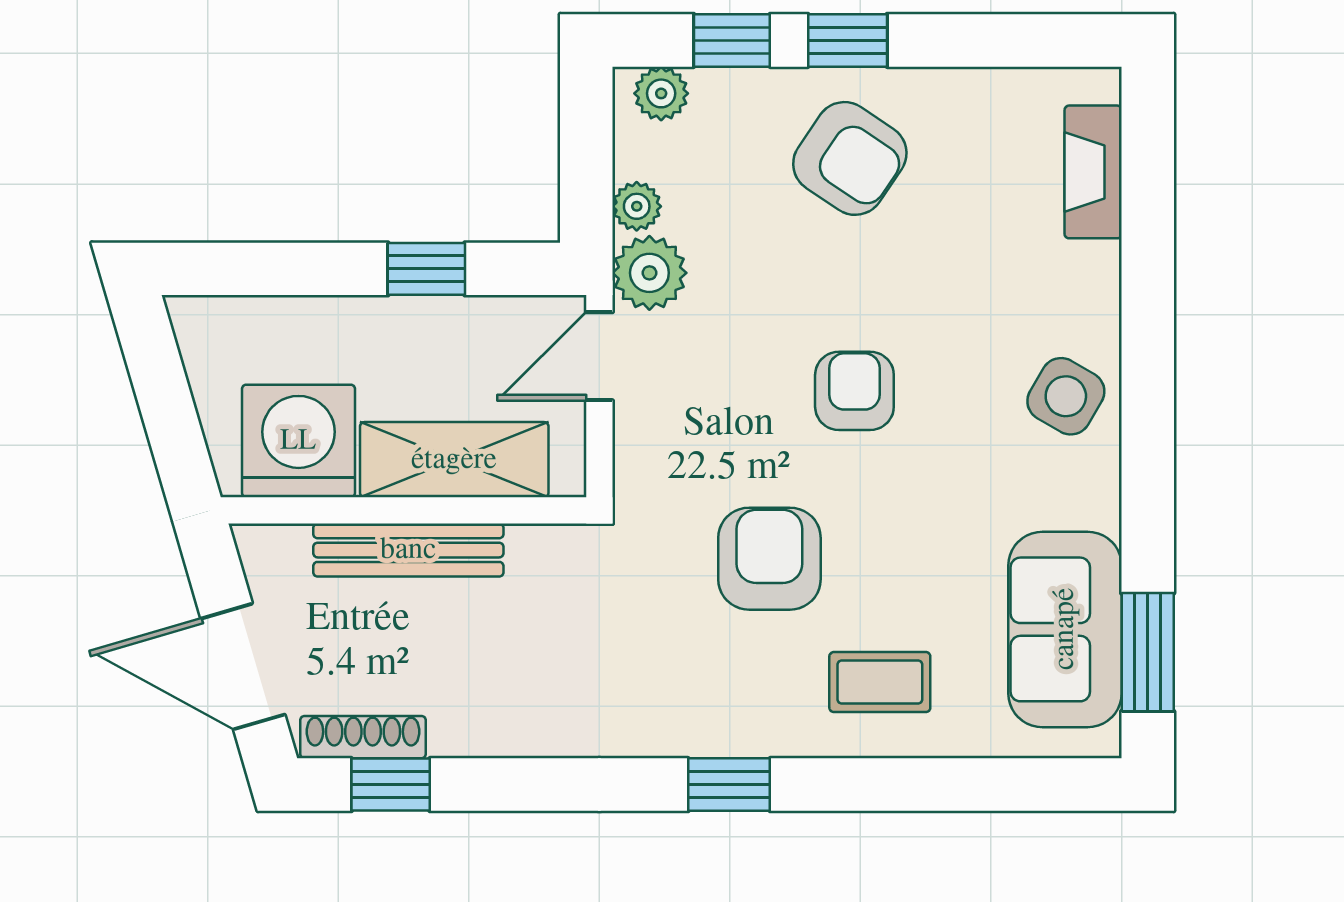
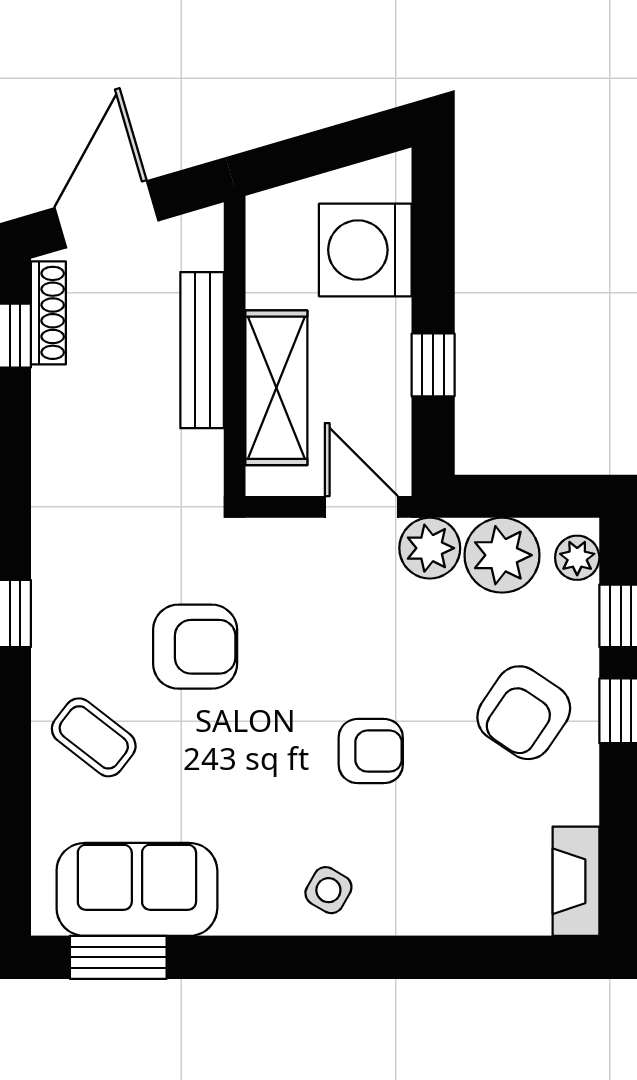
fireplace: (1093, 172) -> (576, 881), moved, turned -90
plant: (637, 206) -> (502, 555), width x1.87, depth x1.87
armchair: (854, 391) -> (371, 751), moved
side table: (1066, 396) -> (328, 890), width x0.73, depth x0.73
washing machine: (298, 441) -> (365, 250), moved, turned 180
coffee table: (880, 682) -> (94, 737), turned -52

